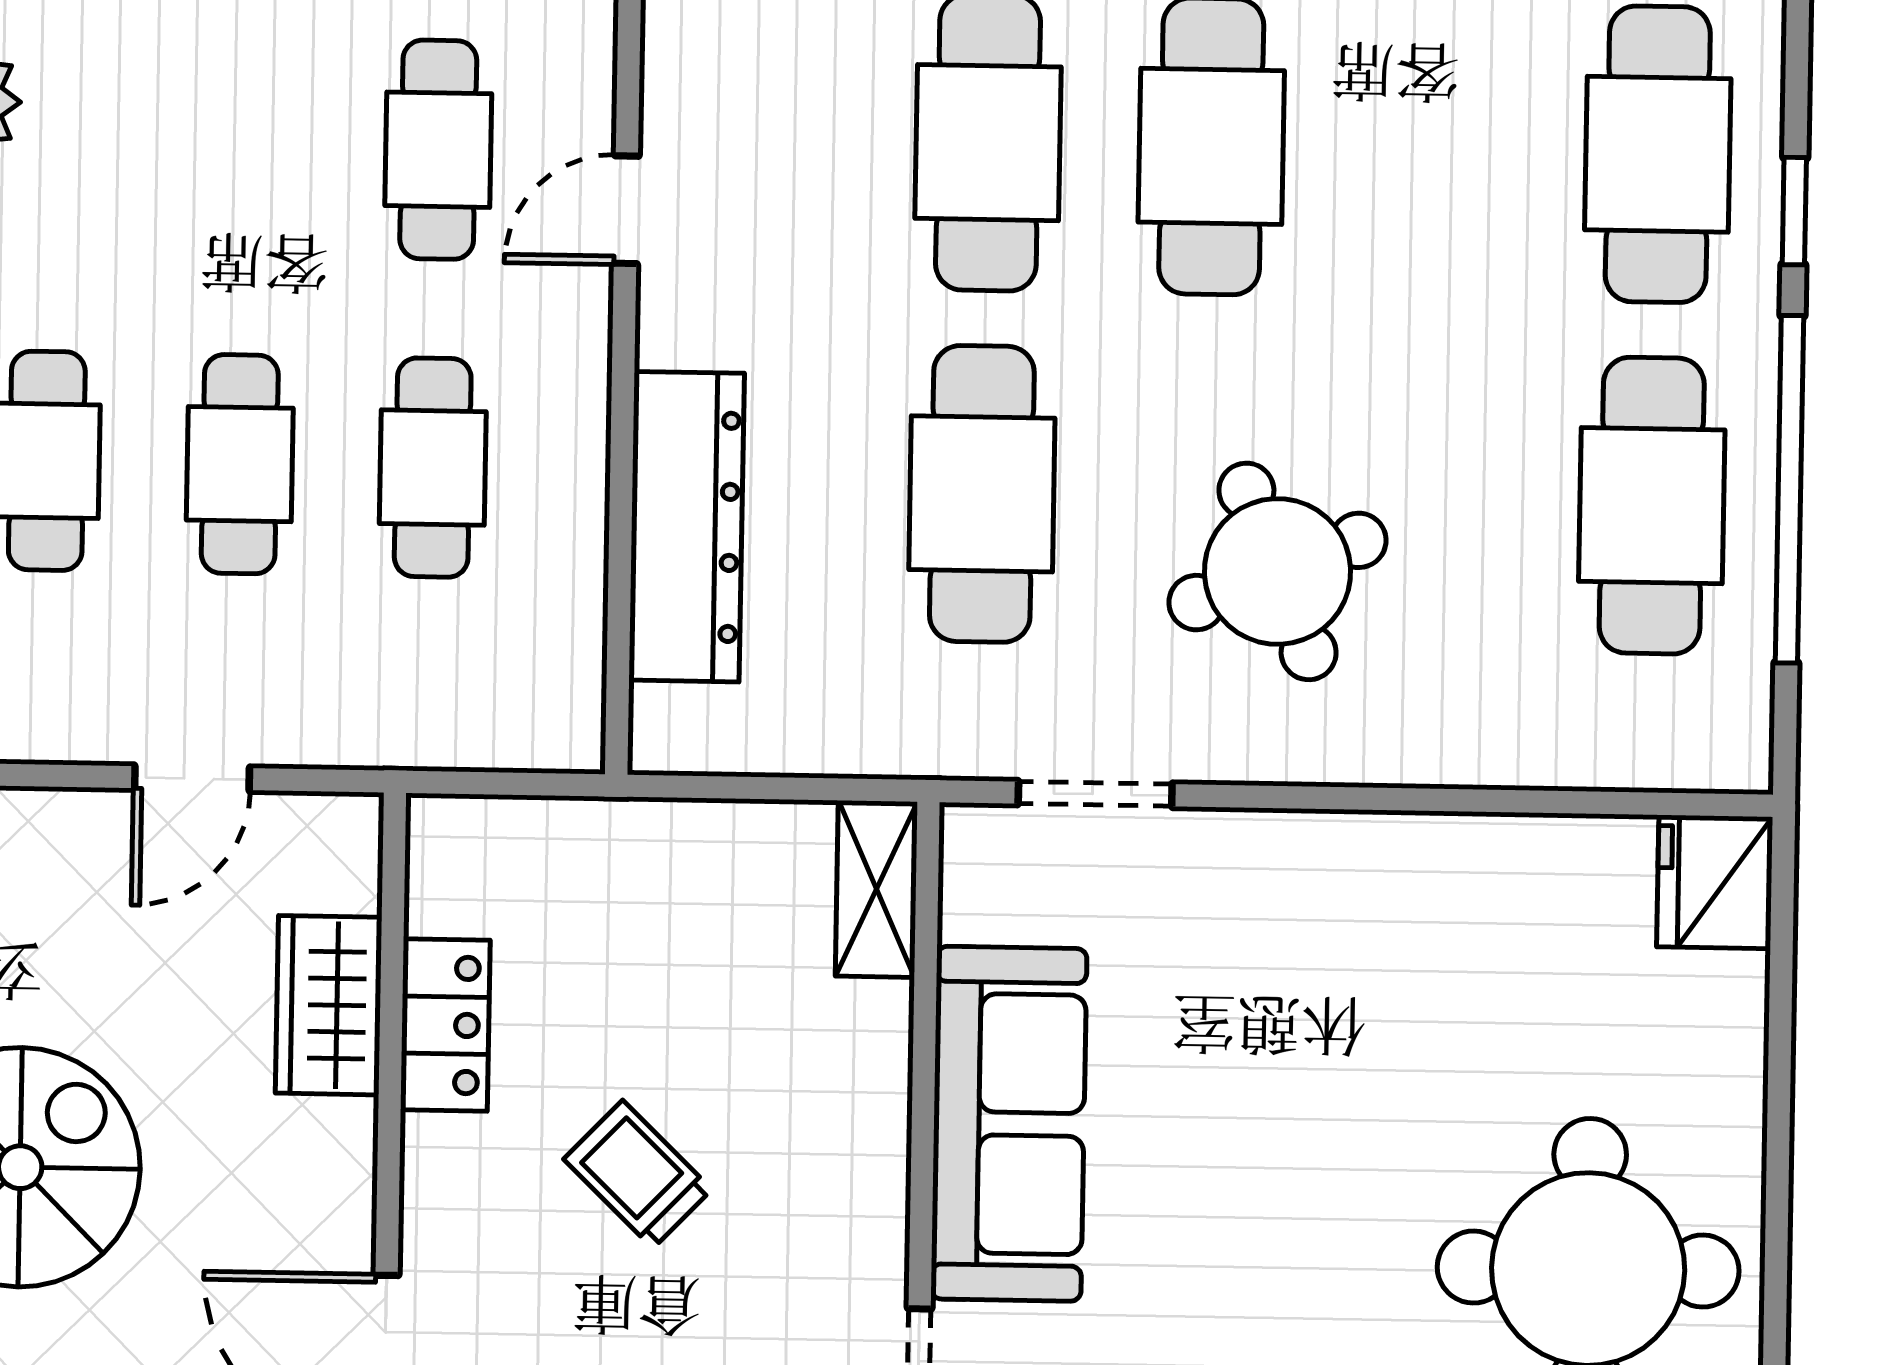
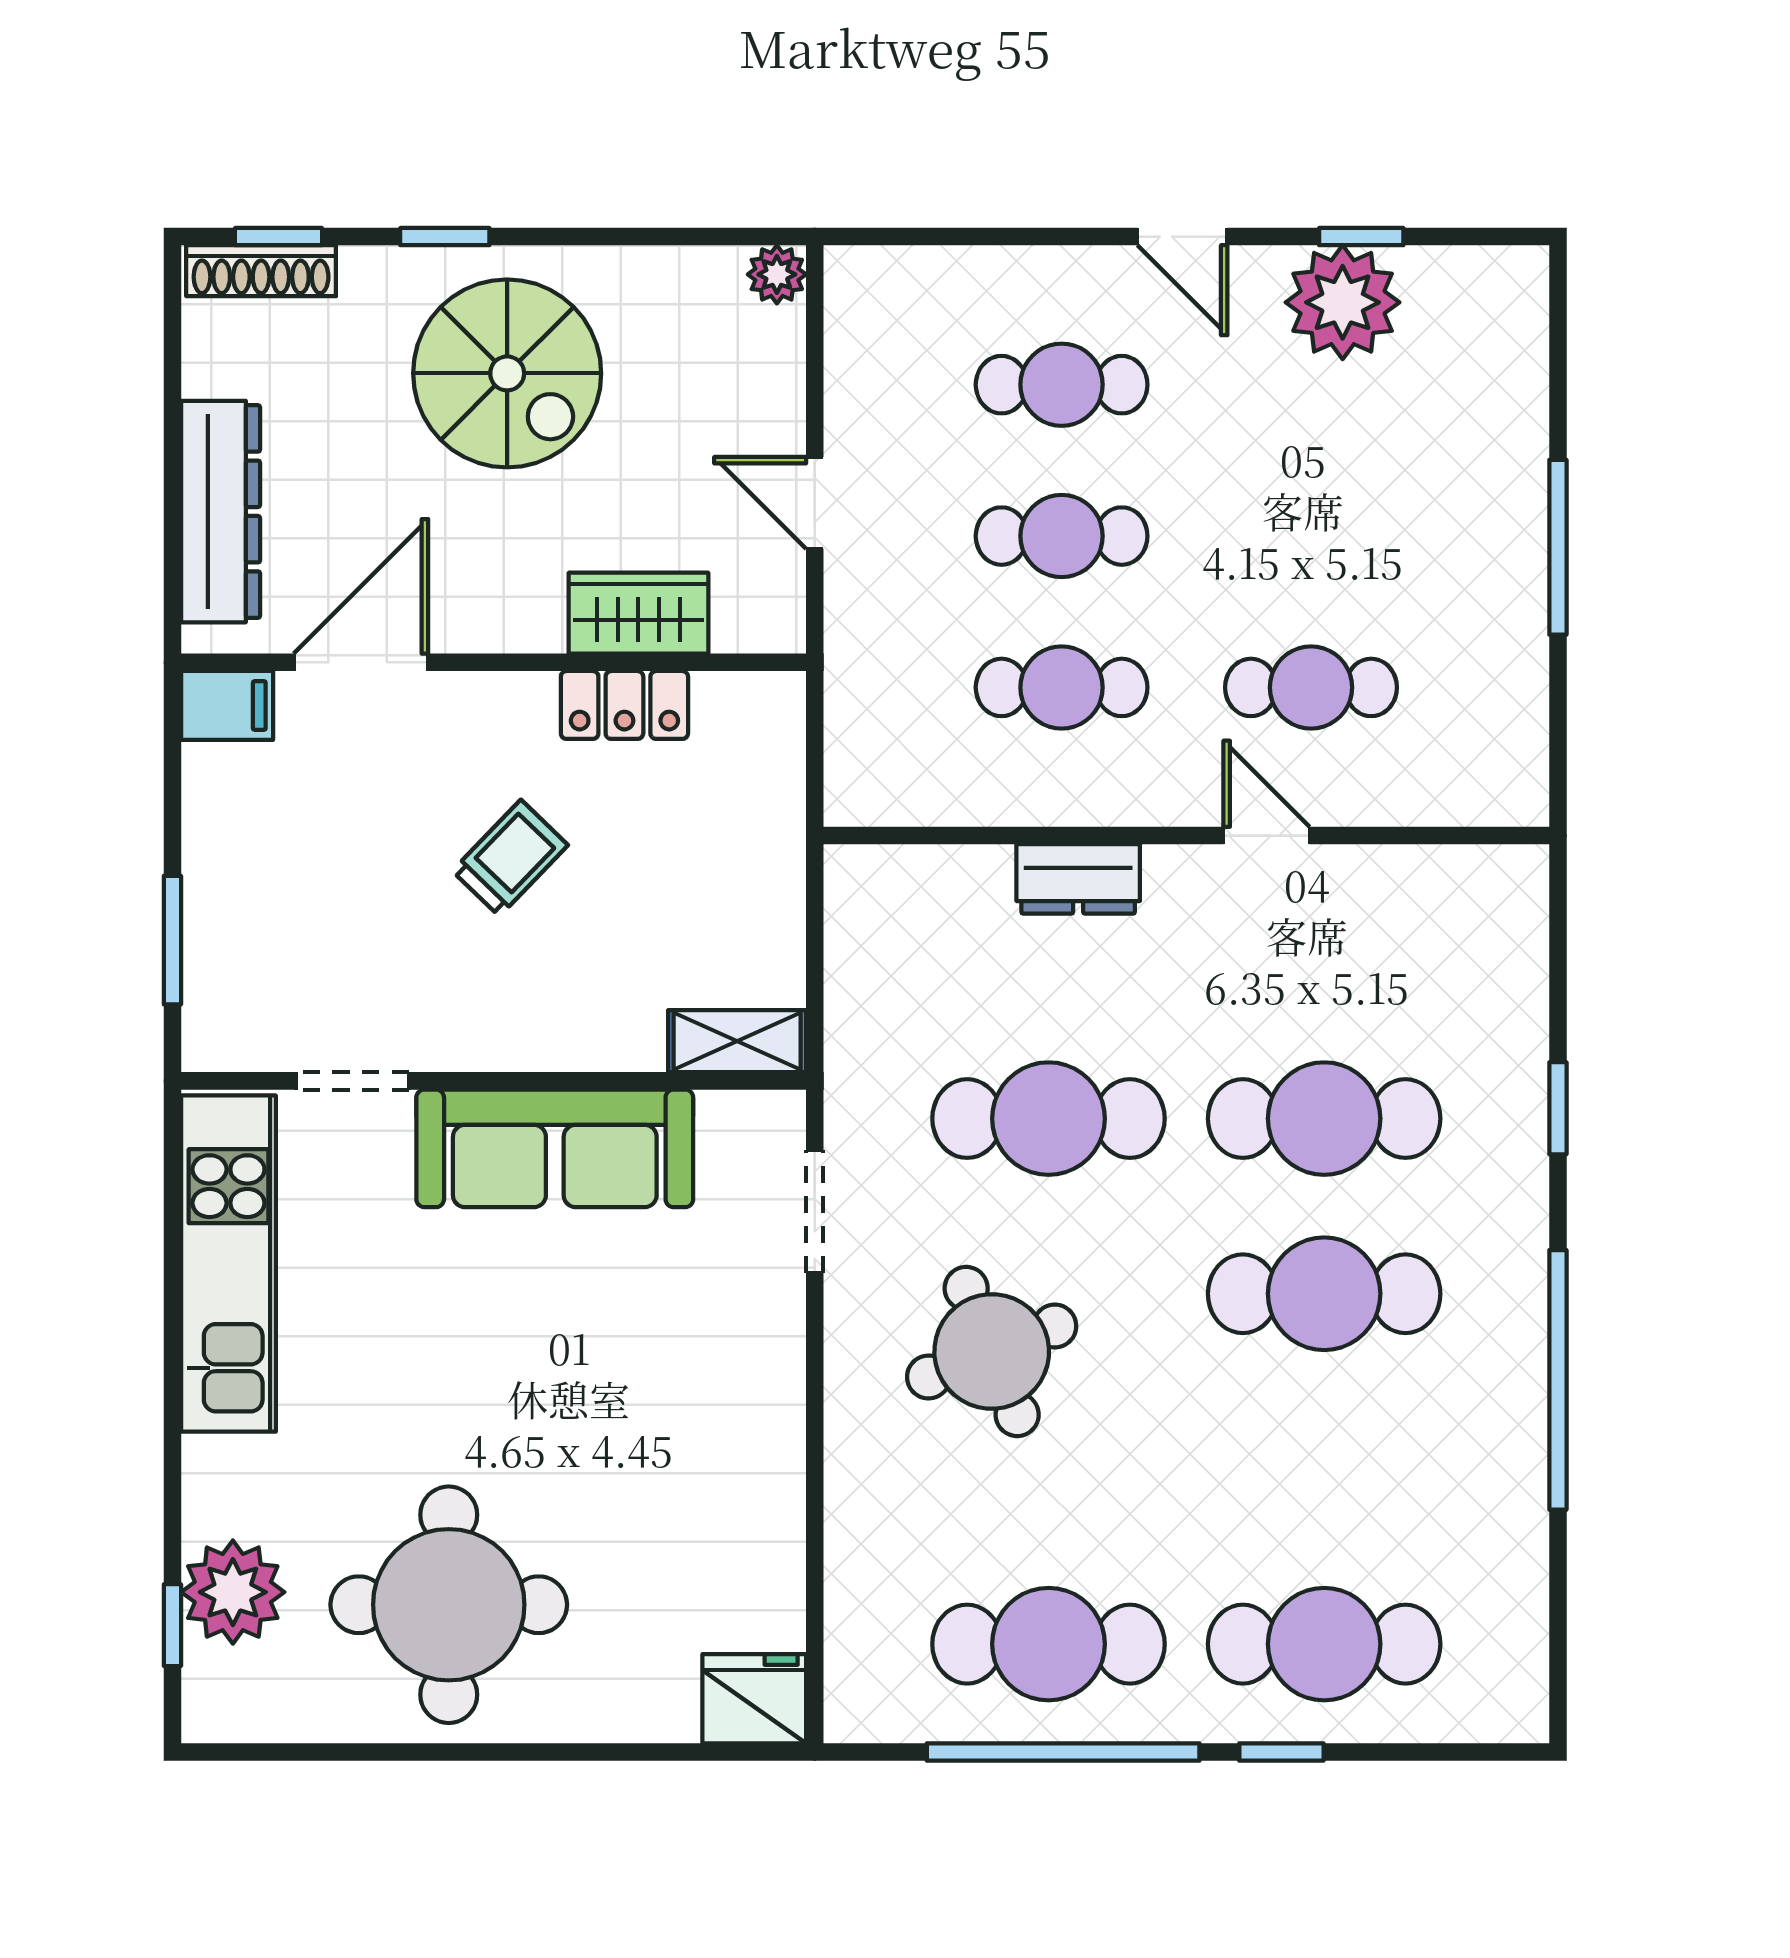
dresser: (687, 527) -> (1078, 879), width x0.51, depth x0.80

